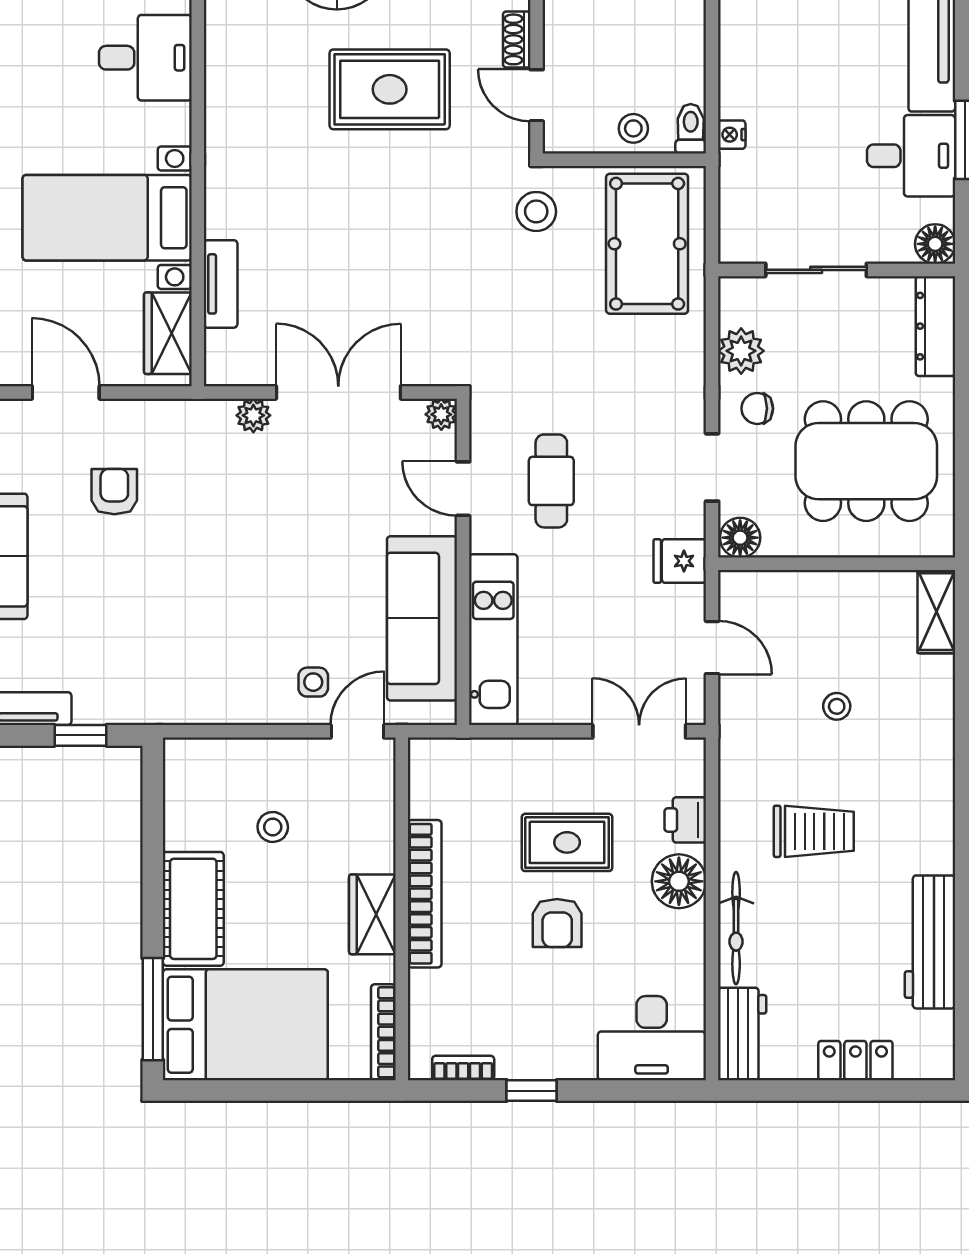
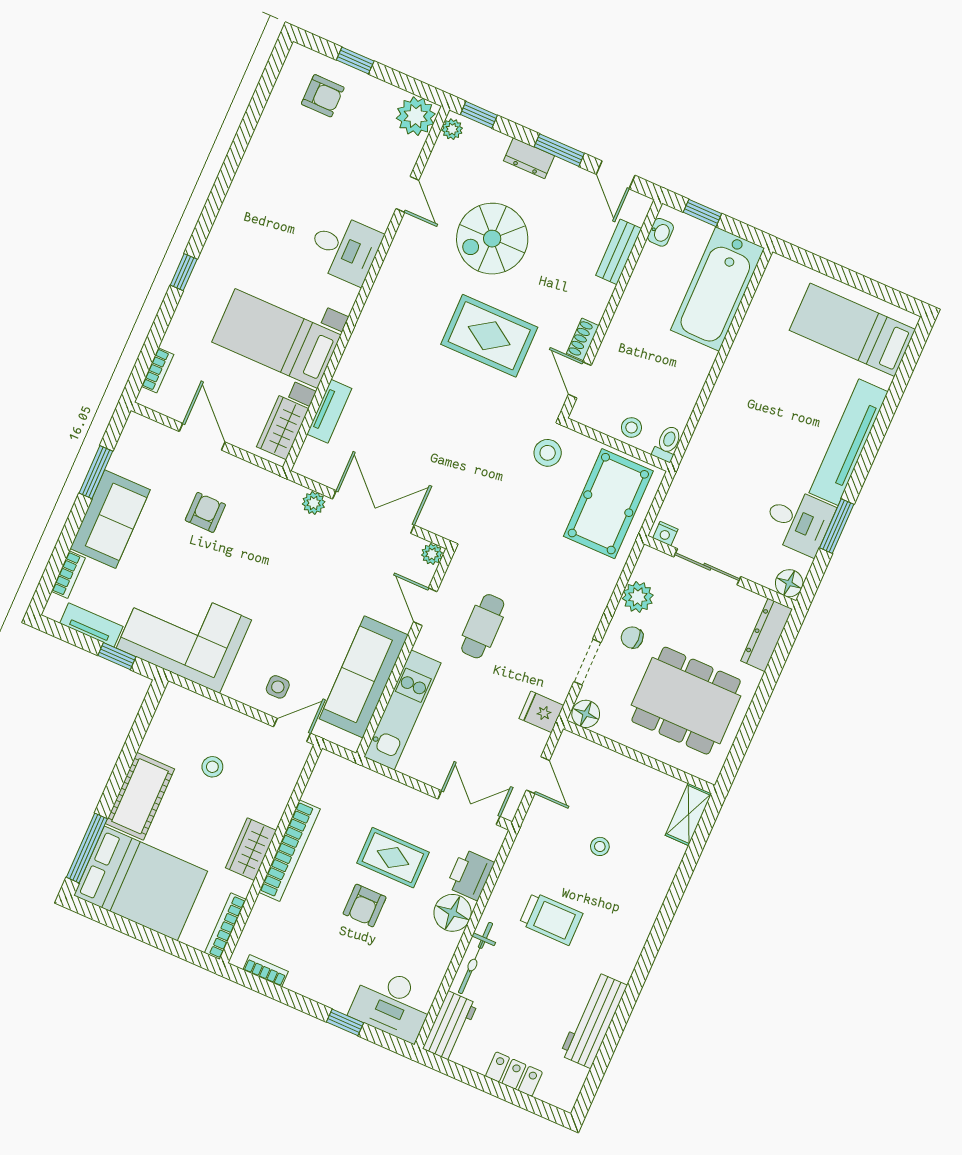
nightstand: (732, 135) -> (665, 534), moved, turned -90
corner sofa: (157, 666) -> (184, 634), added
printer: (685, 820) -> (470, 875), width x1.36, depth x1.24
window: (532, 1091) -> (345, 1022), moved

